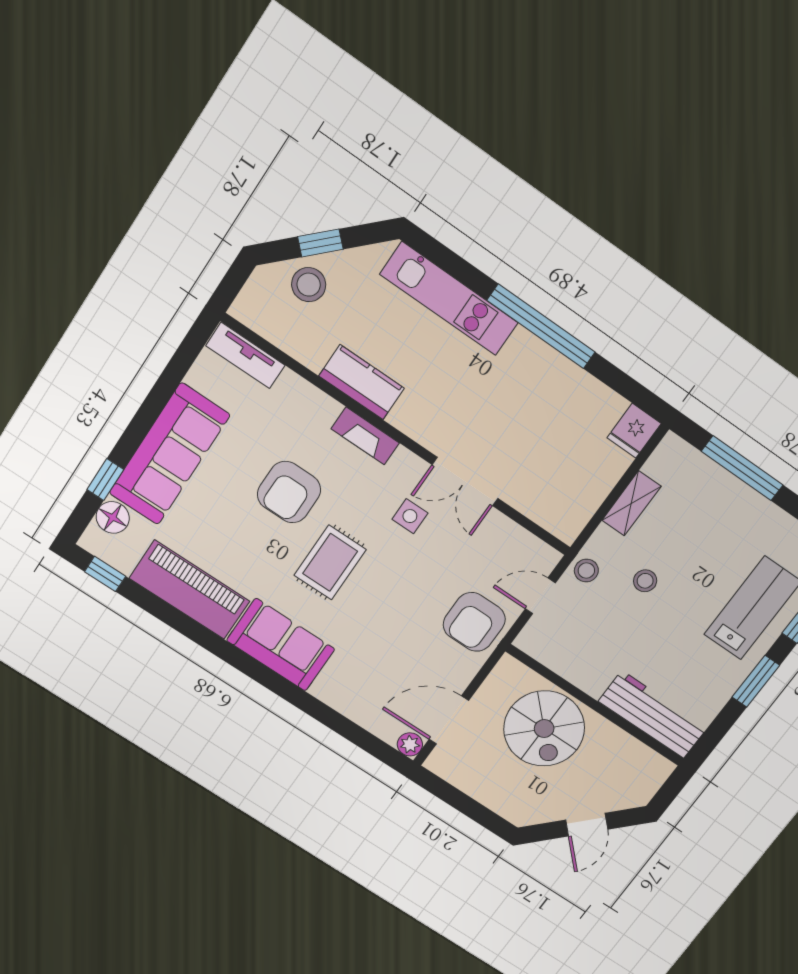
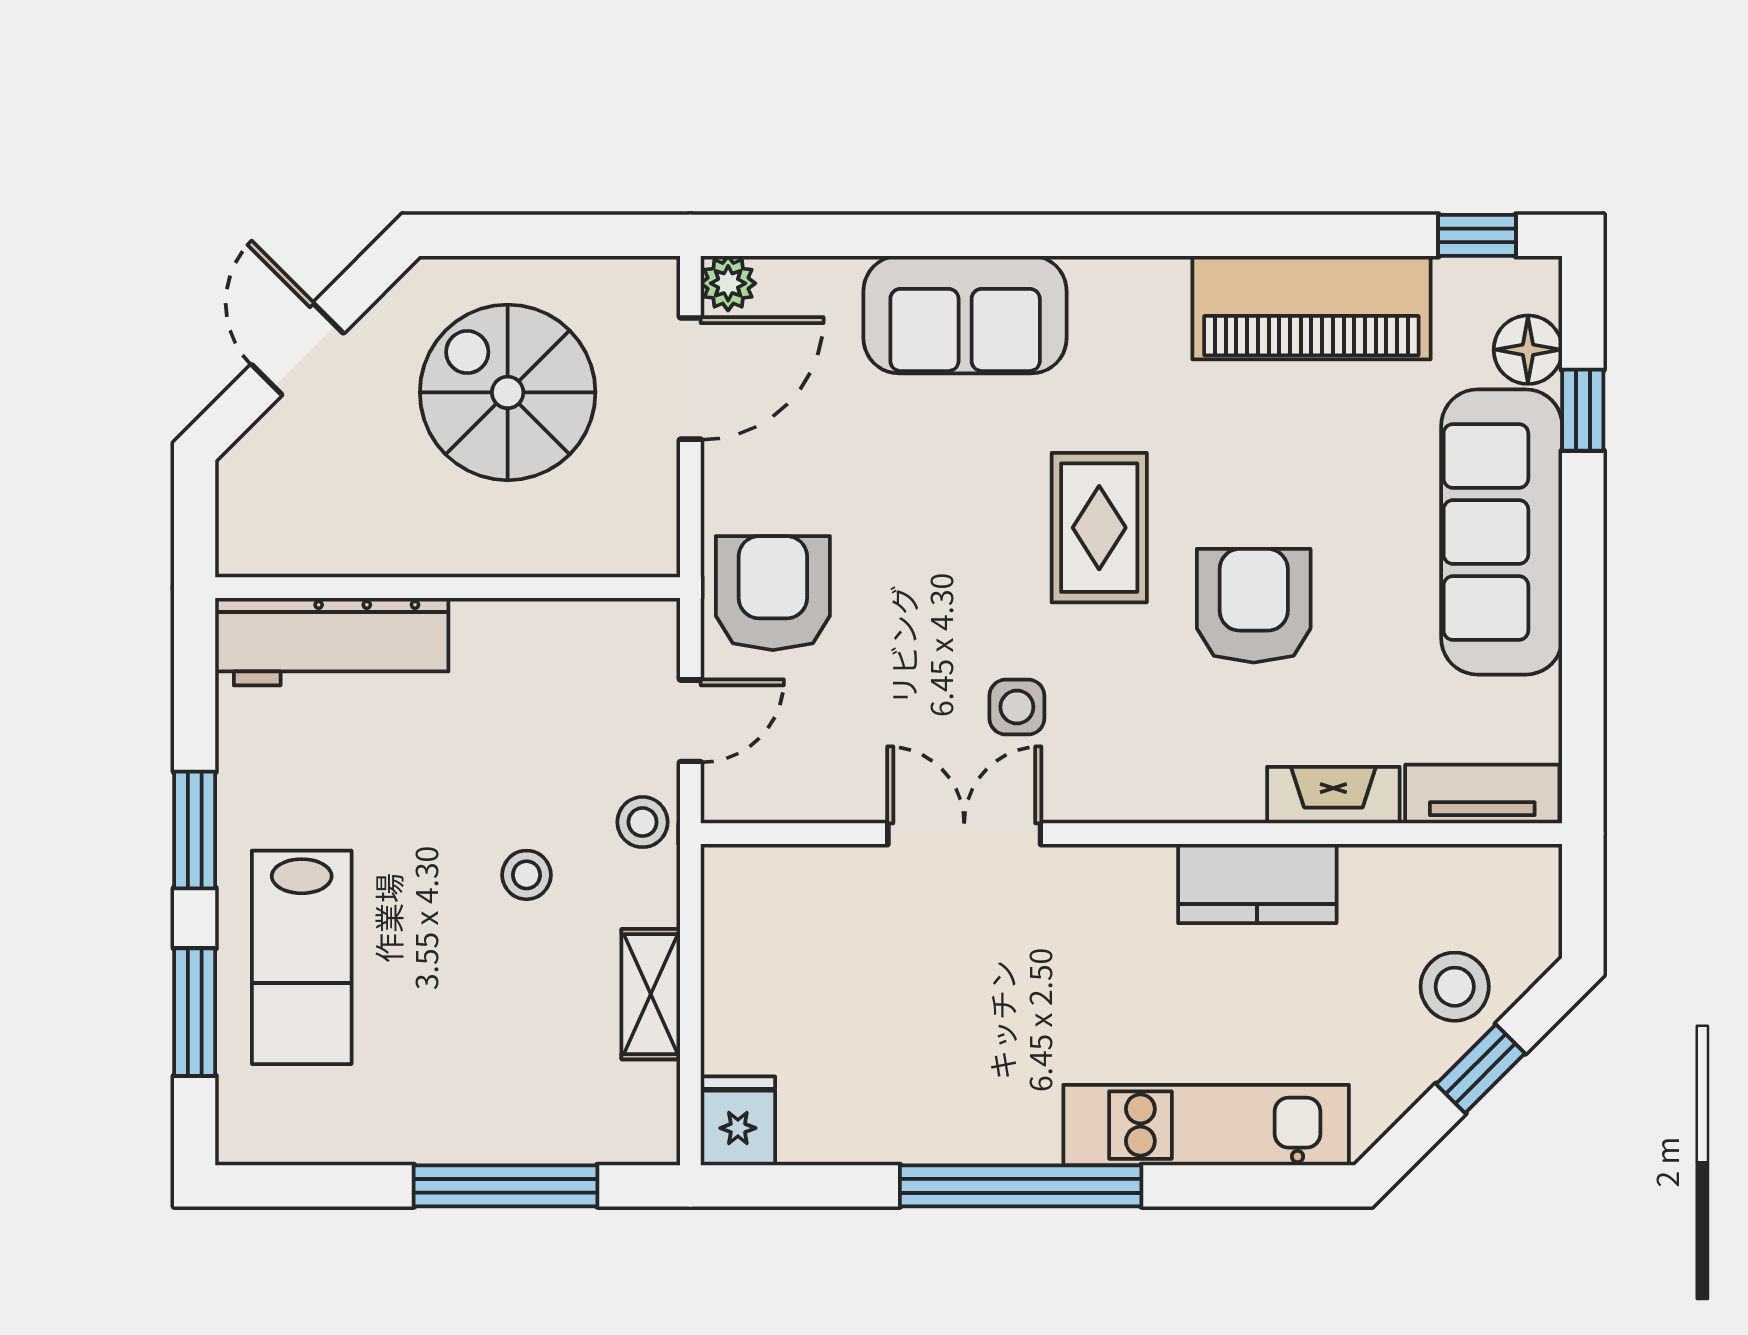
fireplace: (365, 436) -> (1333, 795), moved
sofa: (281, 645) -> (965, 315), moved
spiral stairs: (544, 729) -> (508, 392), moved

